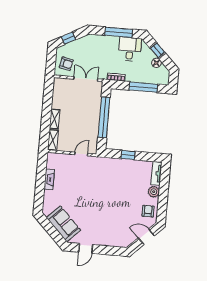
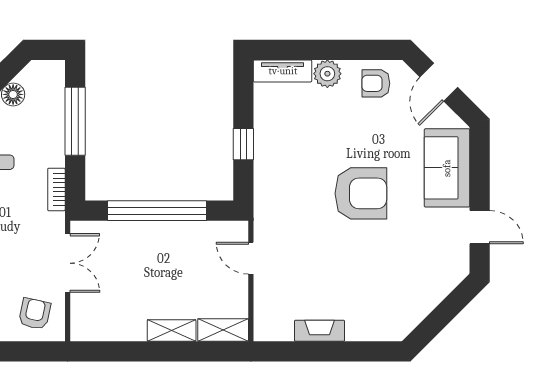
double door: (86, 79) -> (68, 263), swing flipped
armchair: (104, 201) -> (361, 193), added
sofa: (63, 224) -> (447, 168), moved, turned -45

